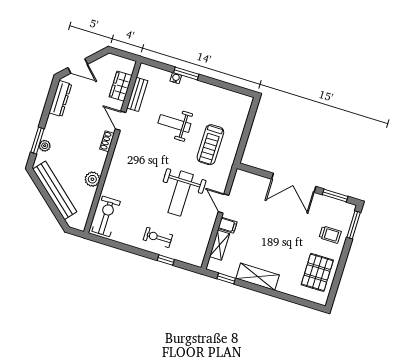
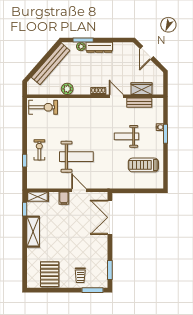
dresser: (60, 98) -> (99, 47), moved
door: (120, 121) -> (116, 96), hinge flipped
weight bench: (174, 123) -> (126, 136), turned -90
treadmill: (210, 145) -> (143, 165), moved
double door: (294, 183) -> (110, 217), moved
weight bench: (181, 194) -> (76, 157), turned 180
door: (224, 204) -> (79, 190), hinge flipped
shelving: (220, 245) -> (38, 197), moved
pallet: (317, 272) -> (50, 274), turned 90

